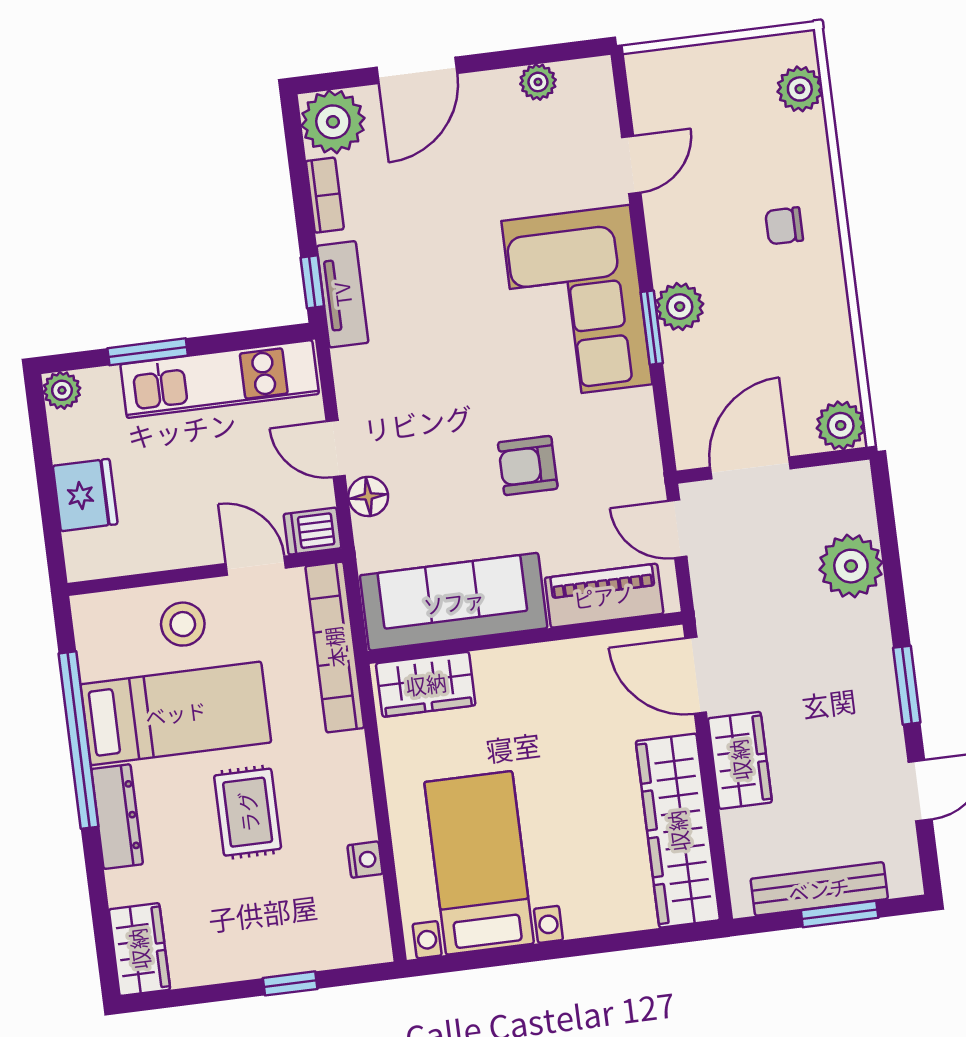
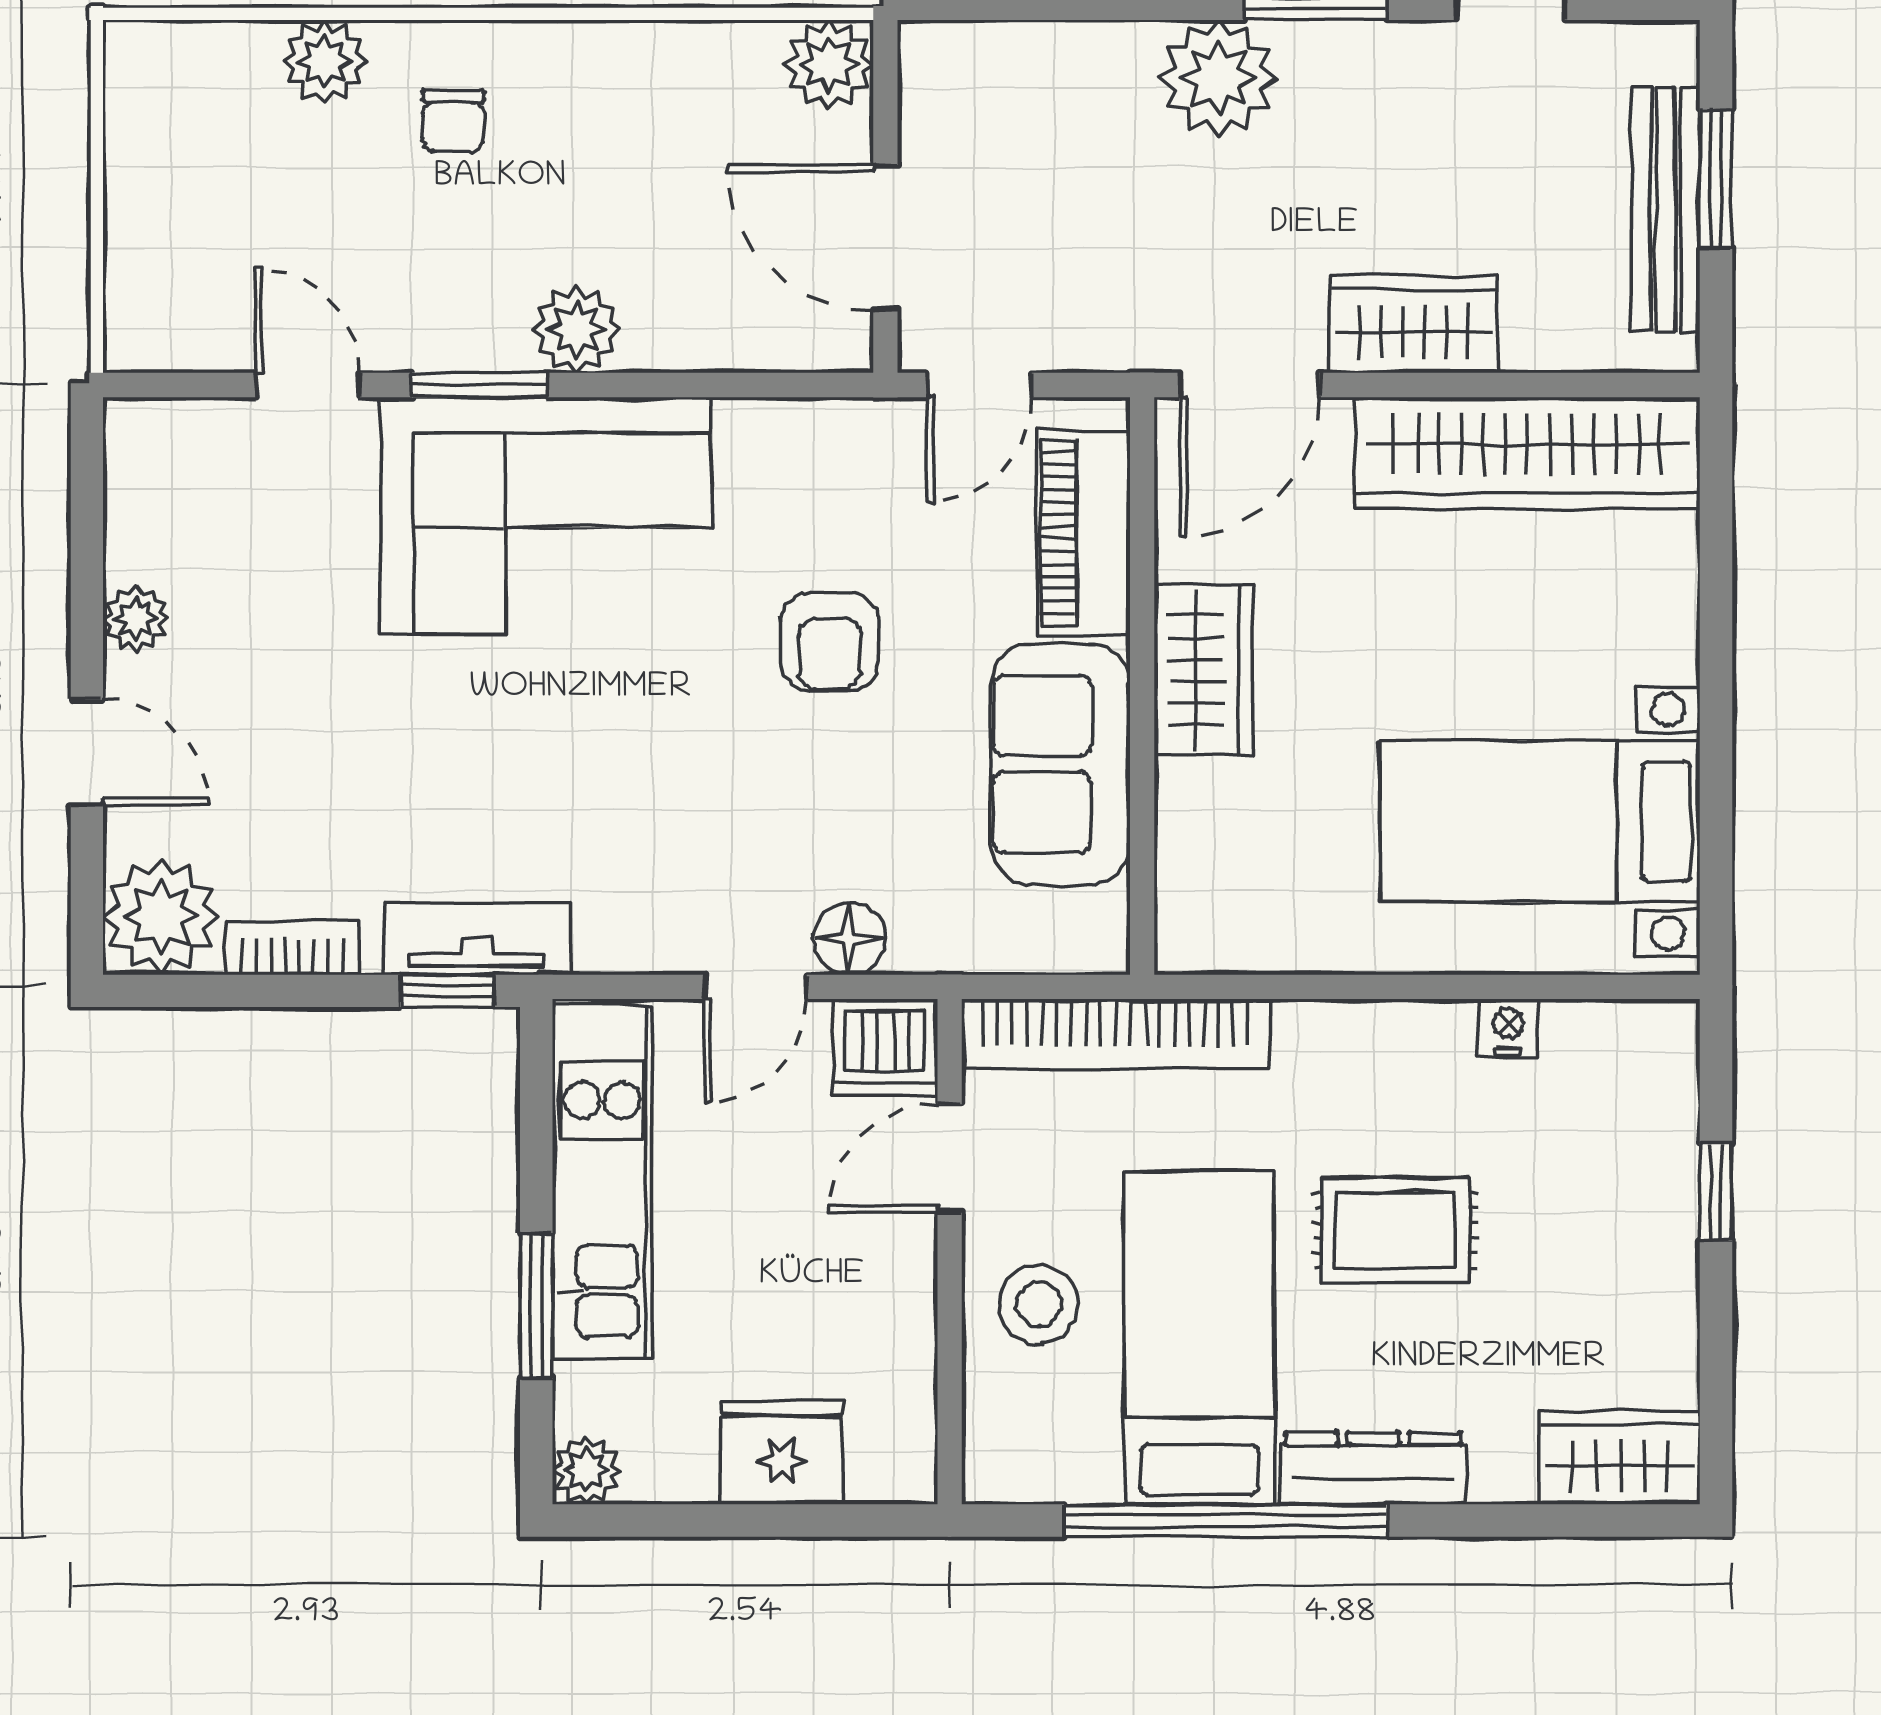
door: (417, 70) -> (87, 752), width x0.73
plant: (538, 82) -> (136, 619), moved
plant: (800, 89) -> (324, 61), moved
window: (652, 328) -> (479, 385), moved
dishwasher: (312, 531) -> (885, 1048), width x1.38
plant: (851, 566) -> (1218, 78), moved
sofa: (454, 602) -> (1060, 764), width x0.73
wardrobe: (426, 684) -> (1204, 670), moved

